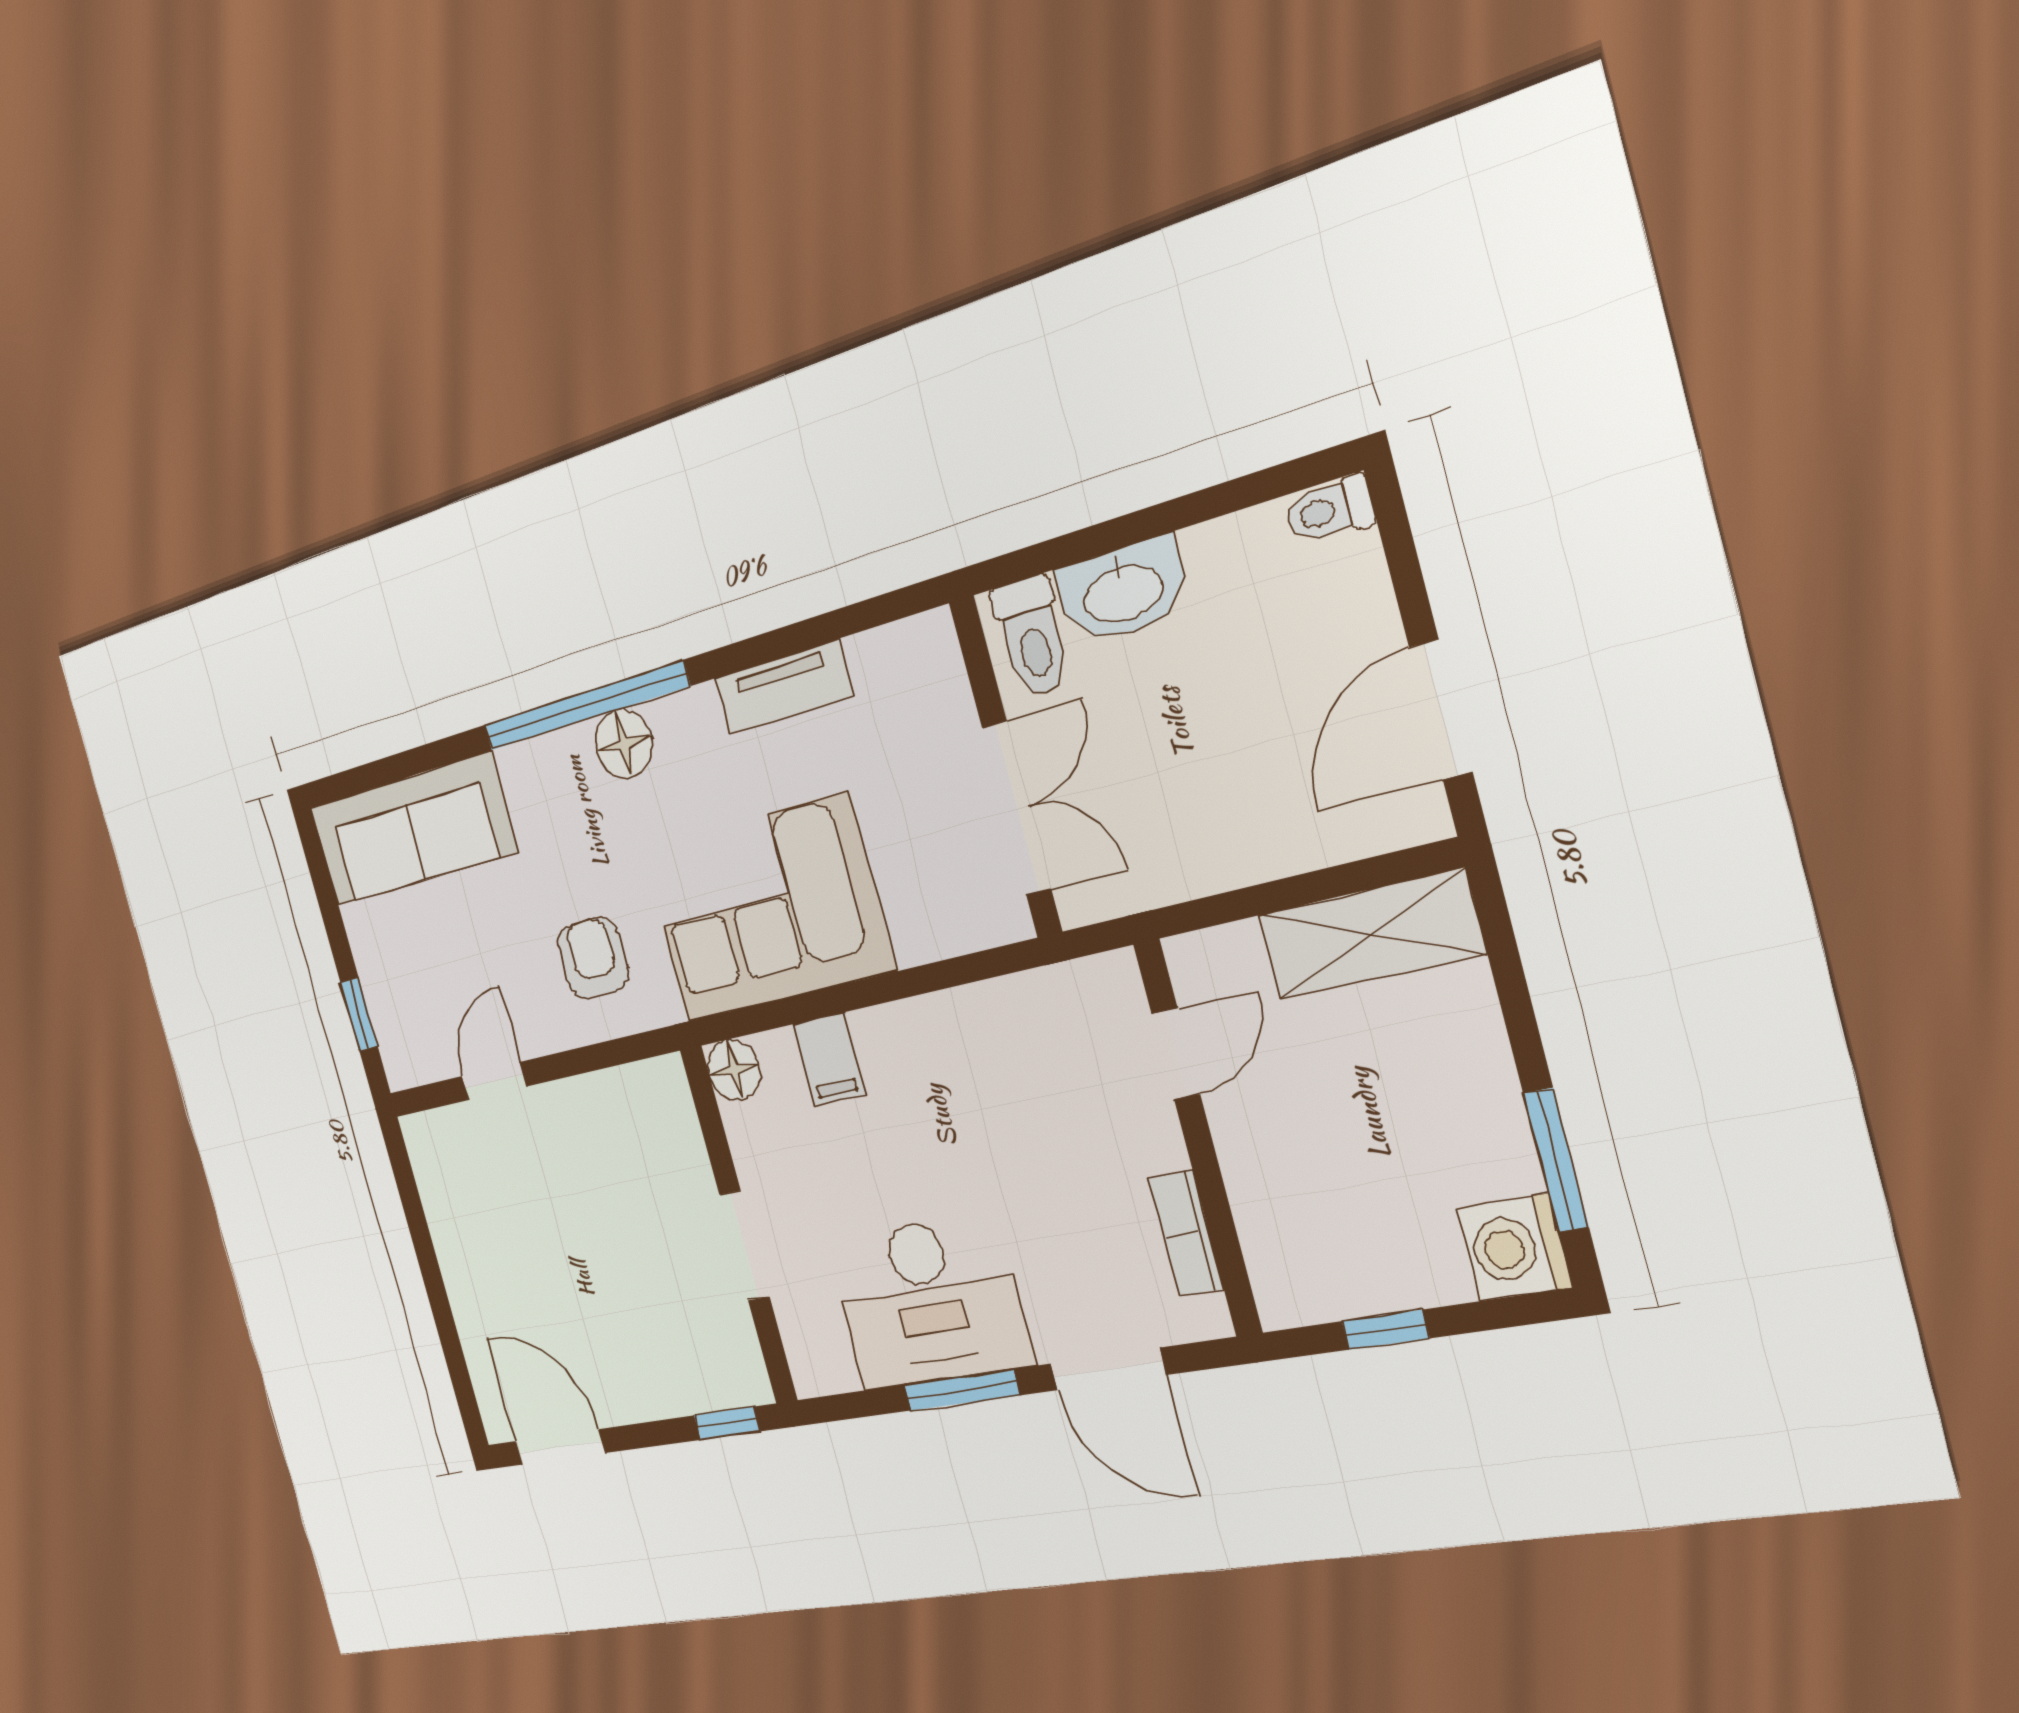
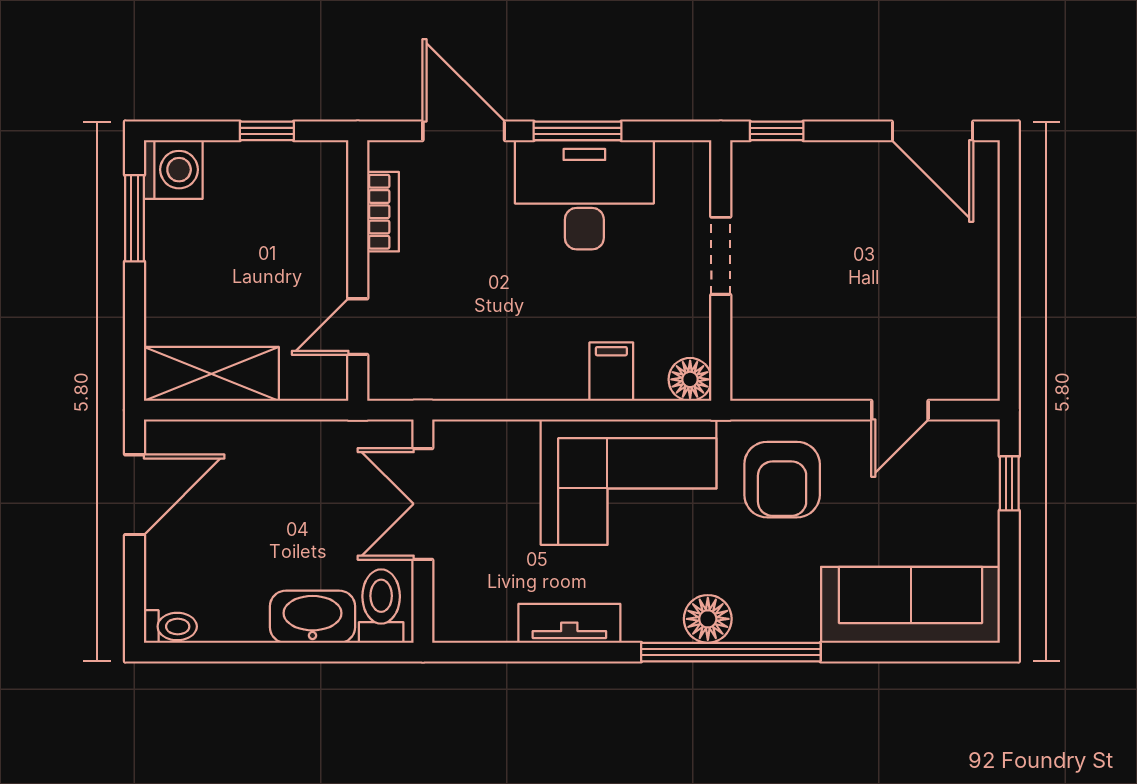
armchair: (593, 958) -> (782, 480), width x1.38, depth x1.38

